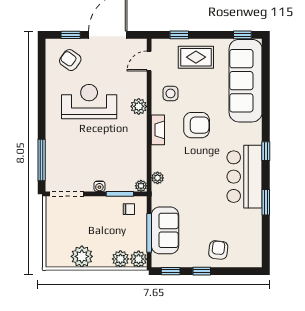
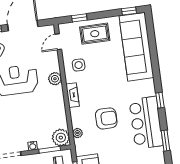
armchair: (197, 125) -> (106, 118), moved
plant: (141, 186) -> (61, 138), width x1.88, depth x1.88

